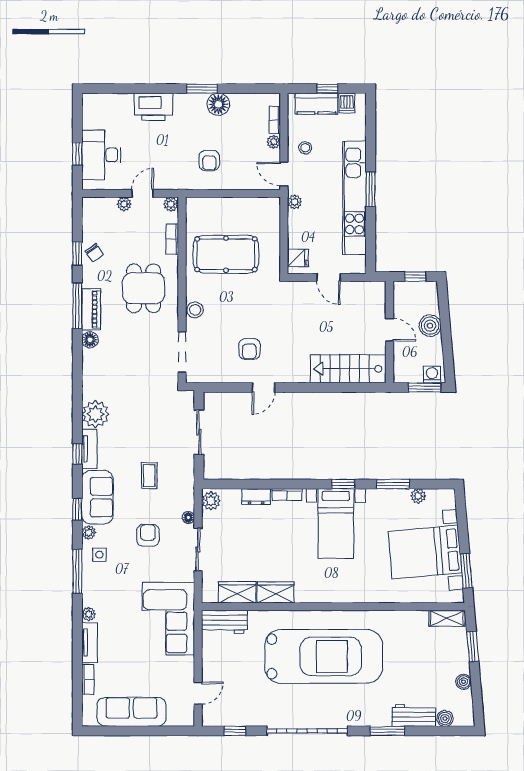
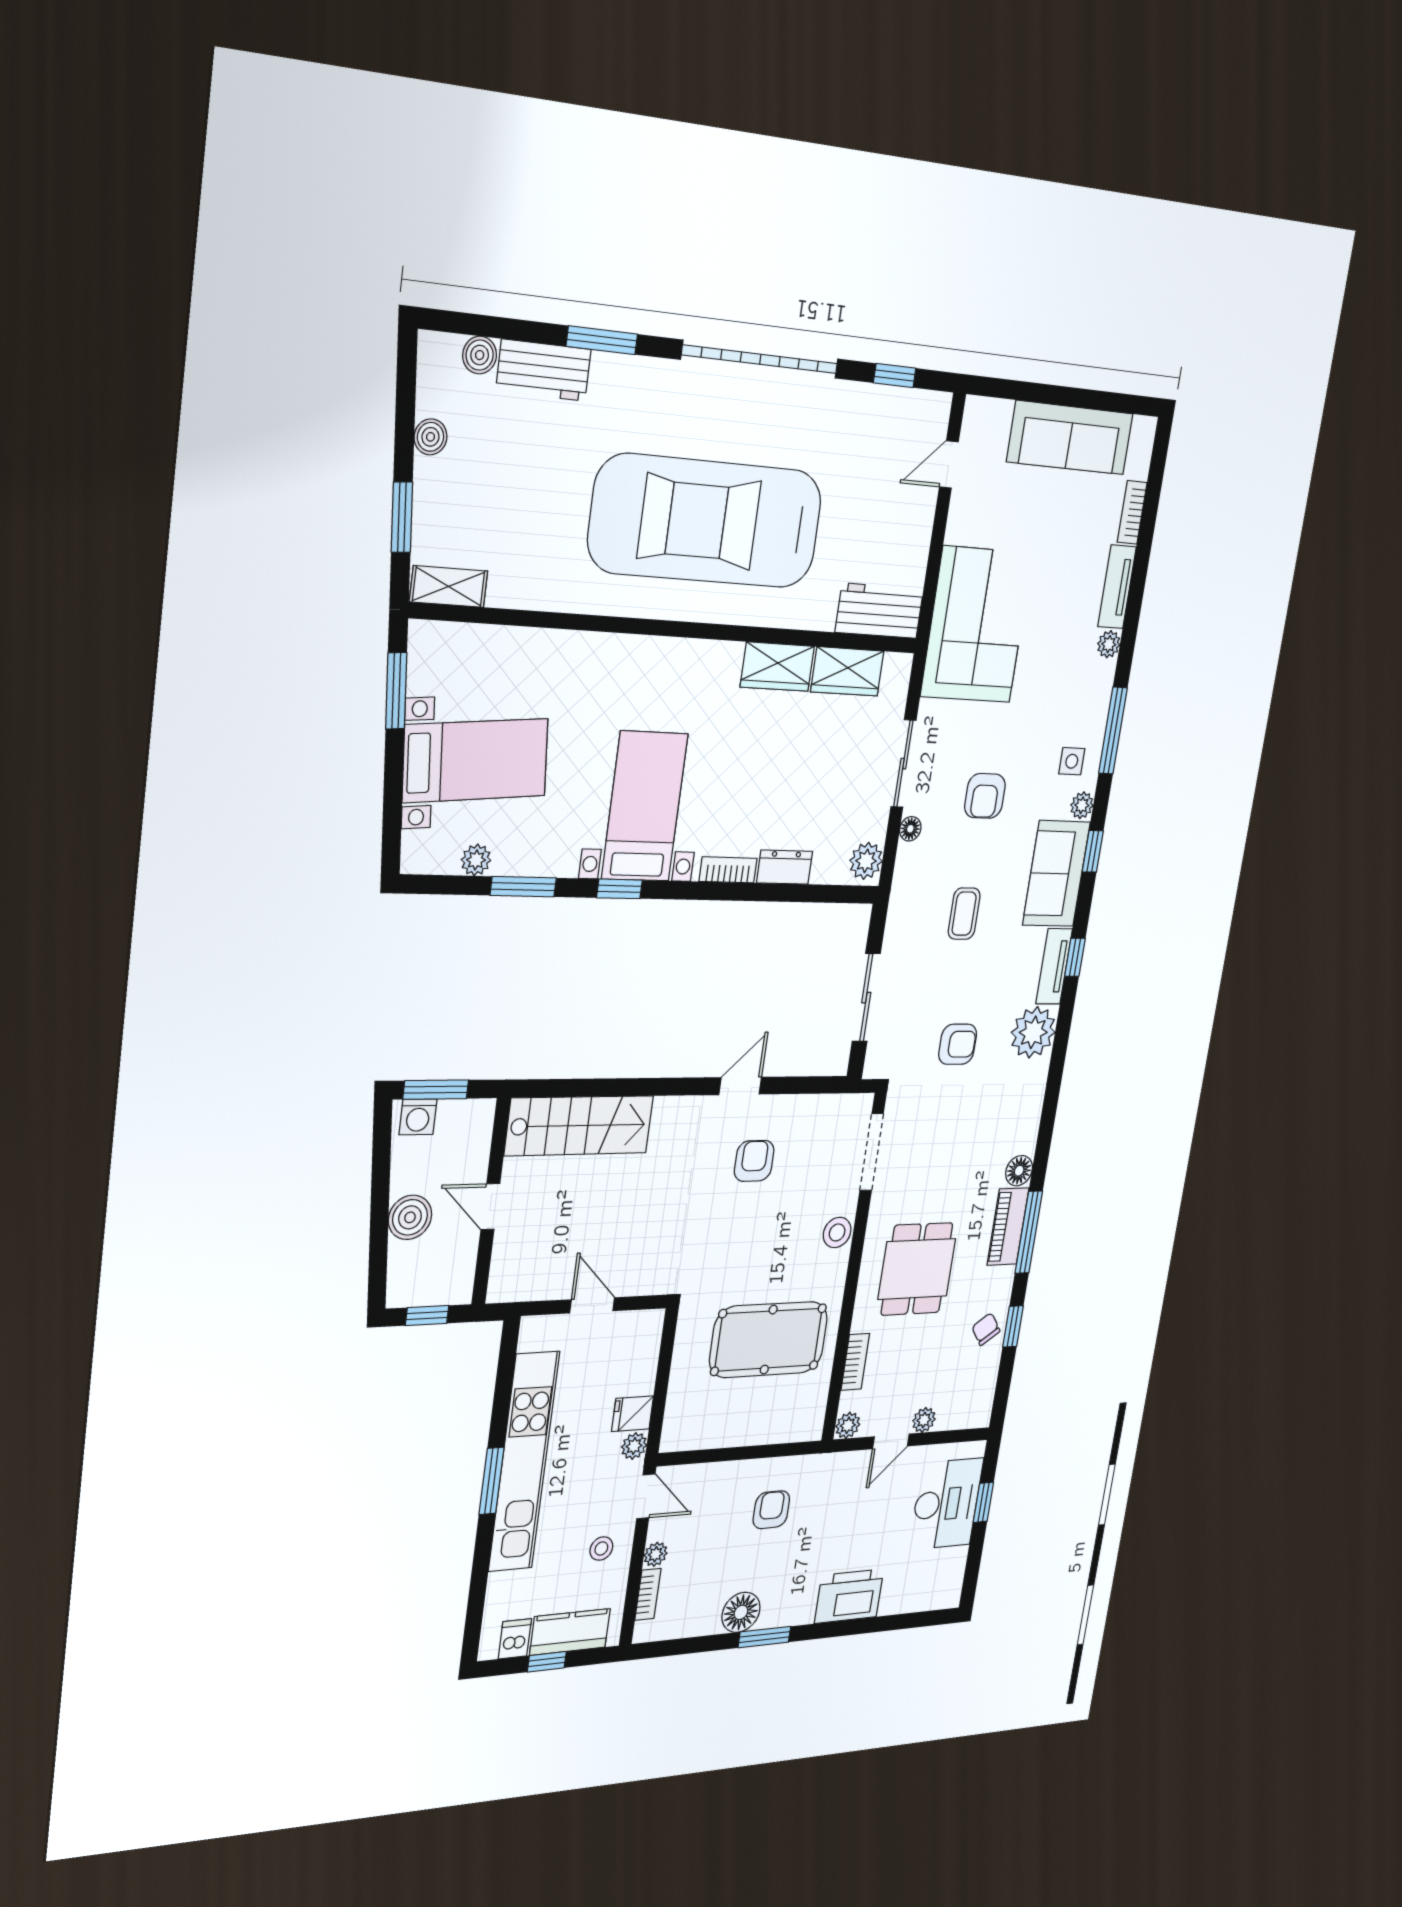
fridge: (298, 258) -> (633, 1414), moved
armchair: (141, 408) -> (958, 1044), added
bed with nightstands: (425, 552) -> (476, 761), width x0.73

